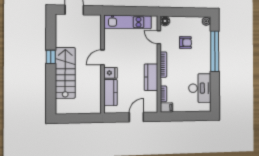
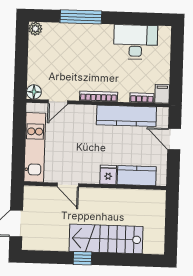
armchair: (185, 43) -> (67, 62), removed
window: (215, 51) -> (81, 17), width x0.68
door: (102, 57) -> (68, 185), moved
kitchen counter: (151, 77) -> (126, 116), width x1.50

